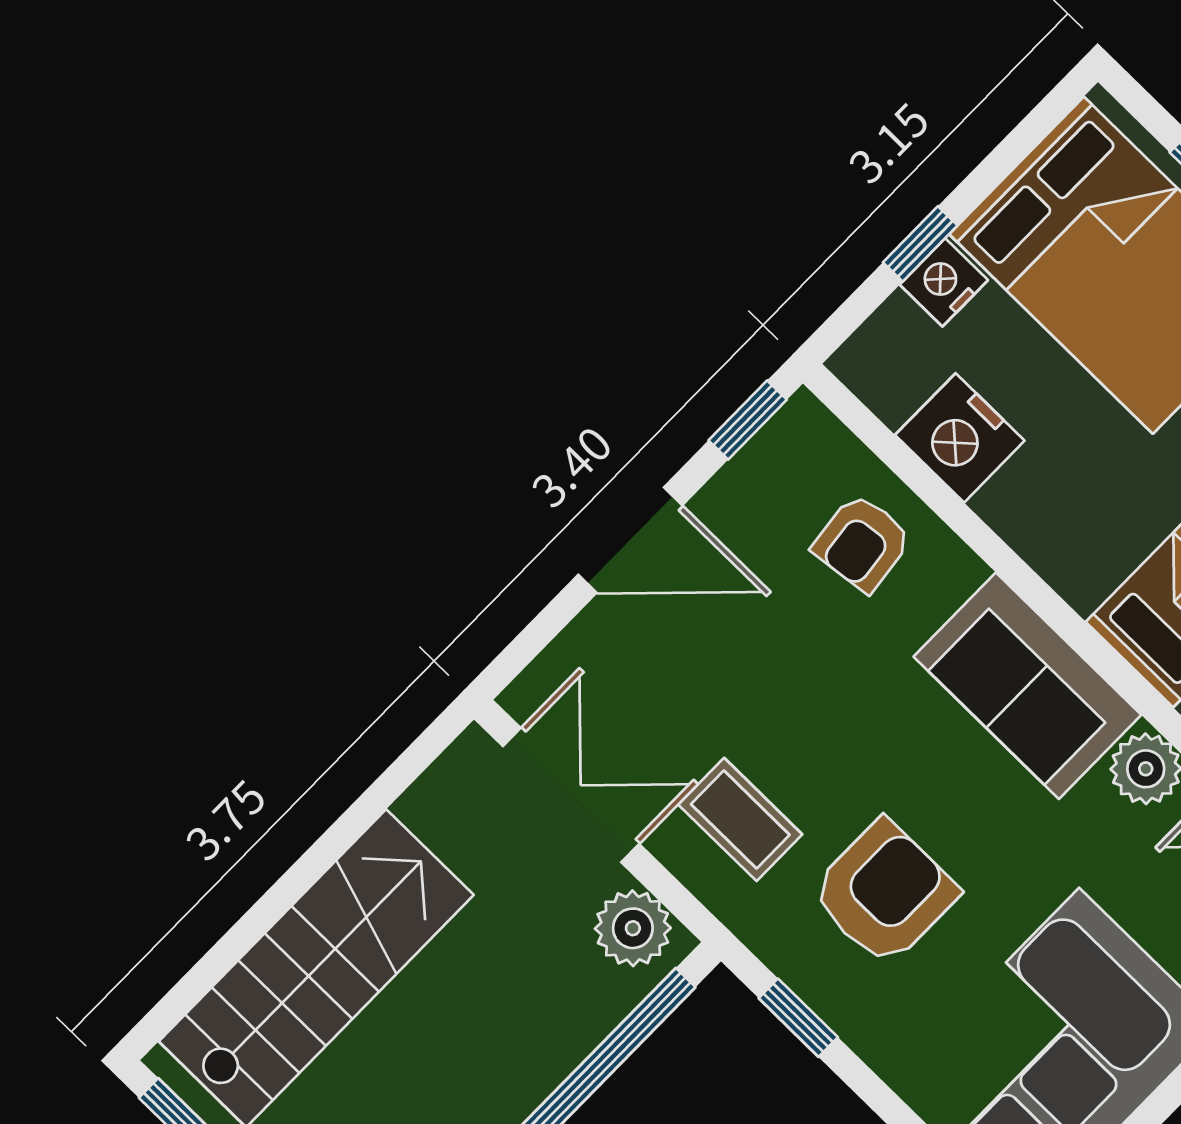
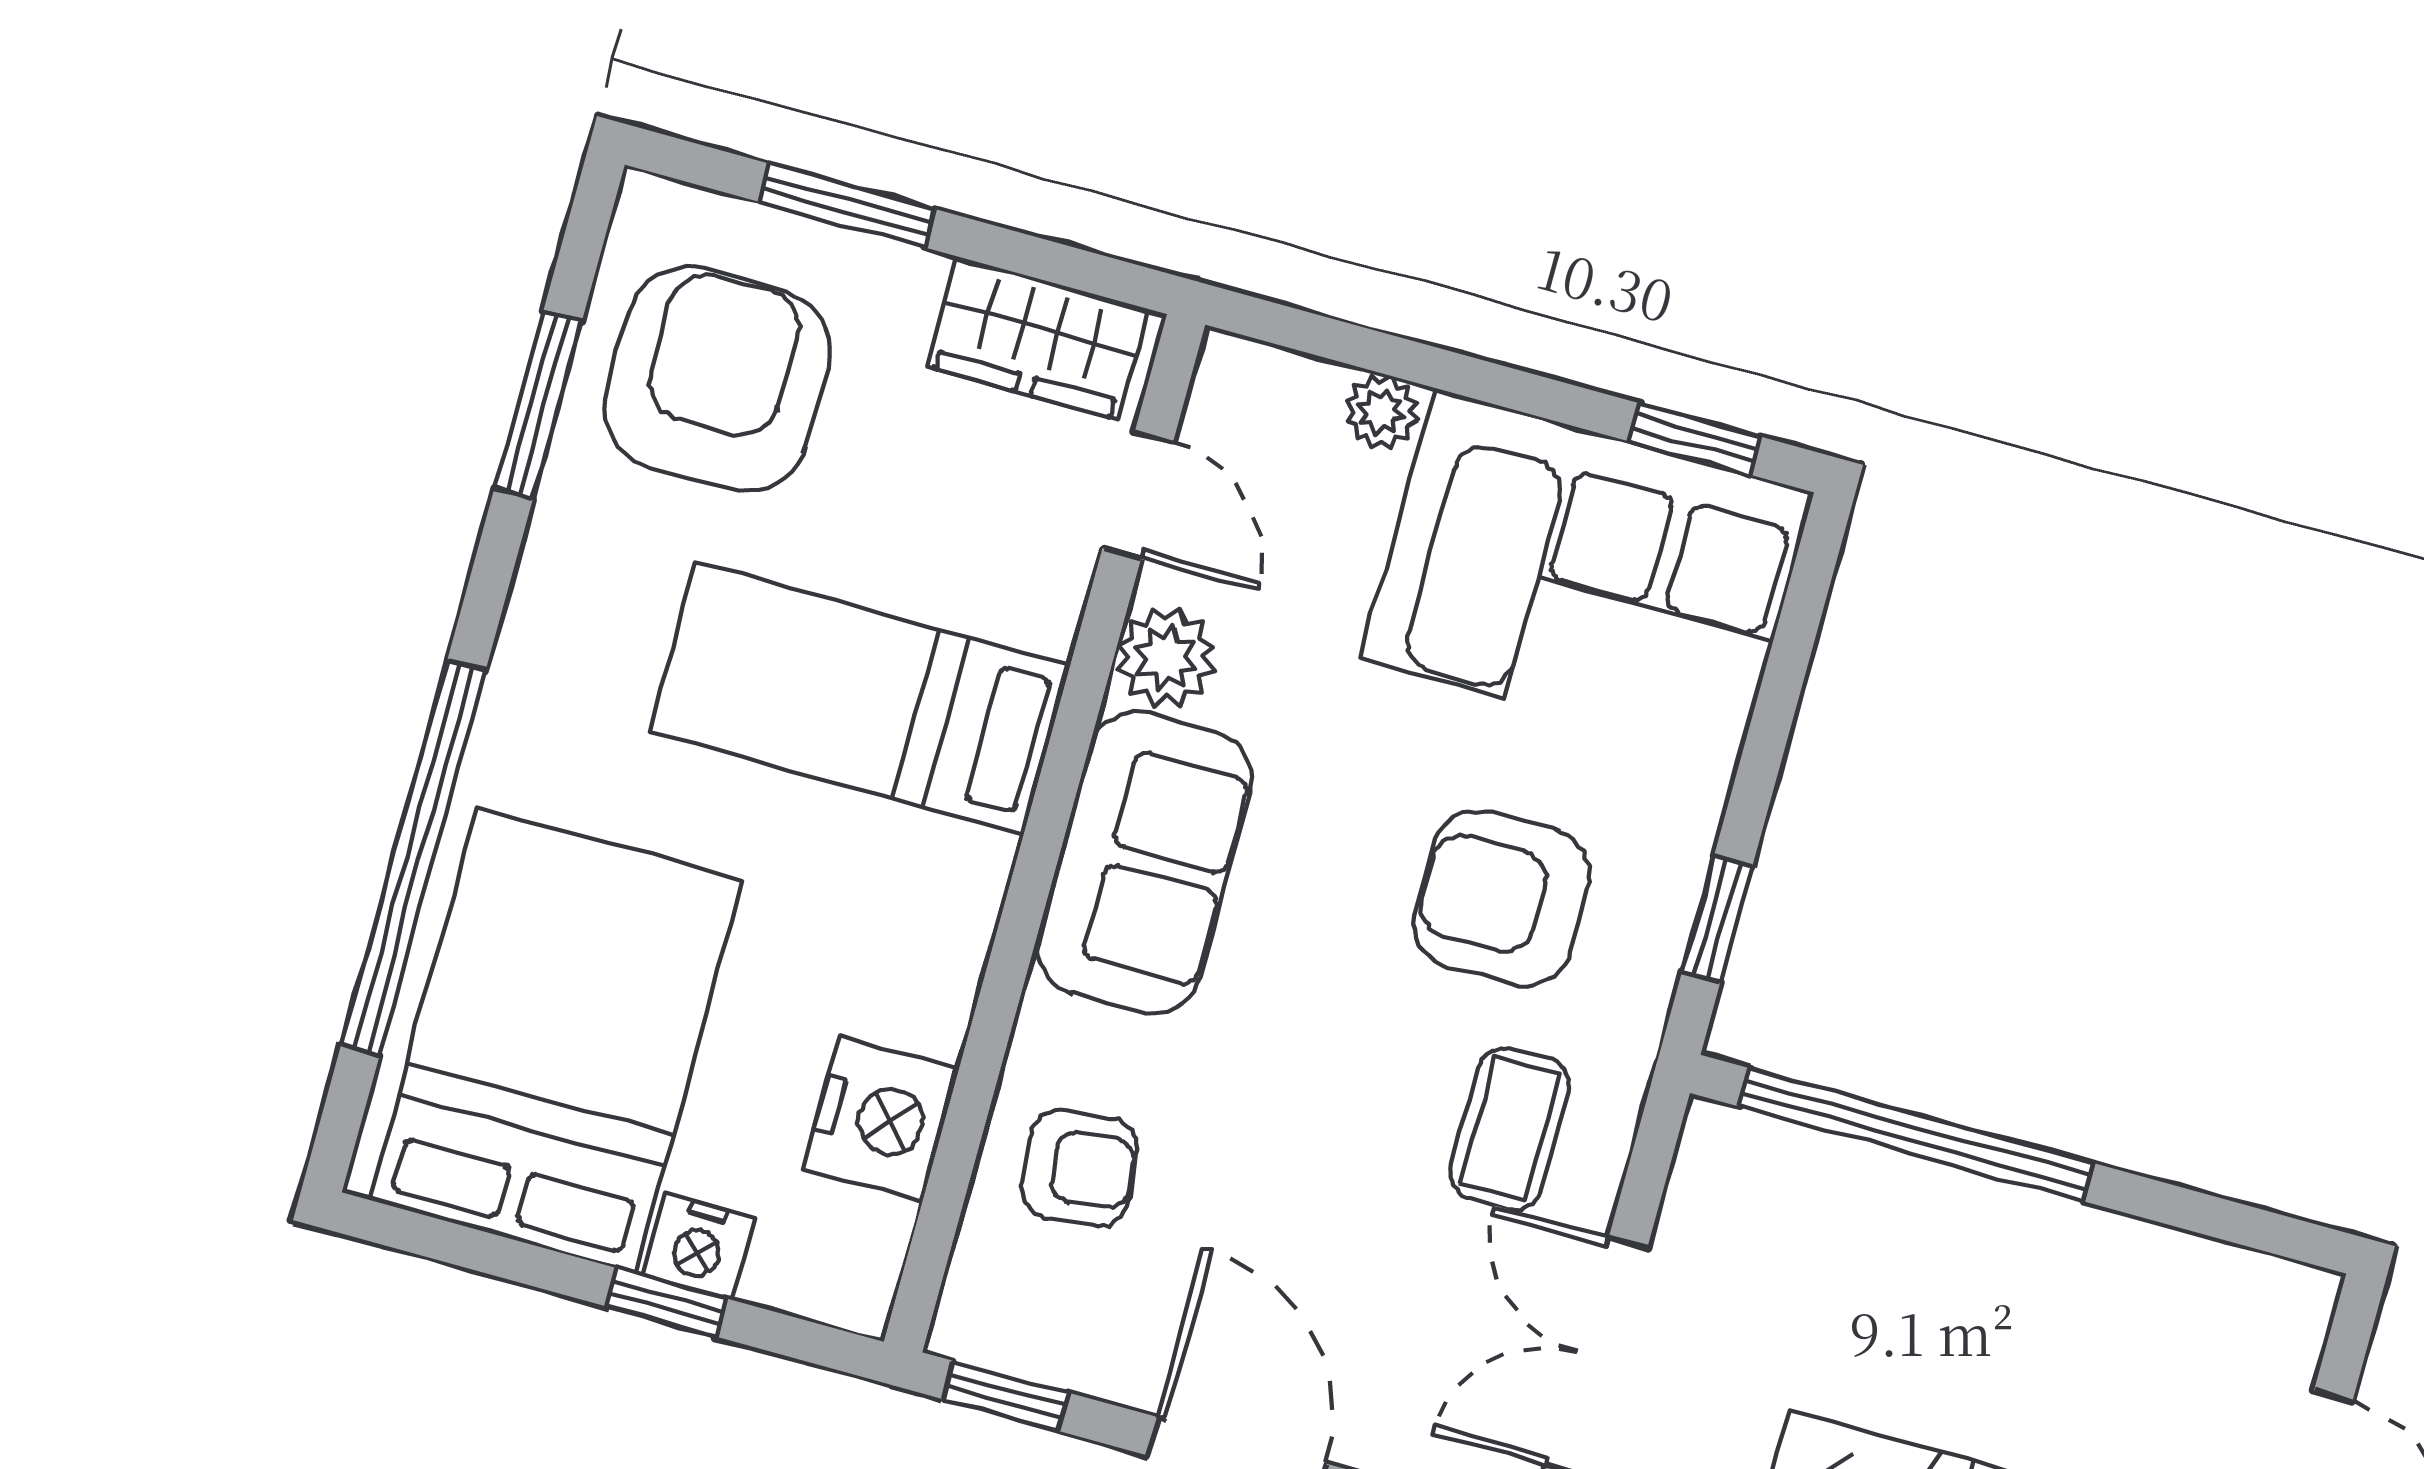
plant: (633, 928) -> (1720, 1188), removed

